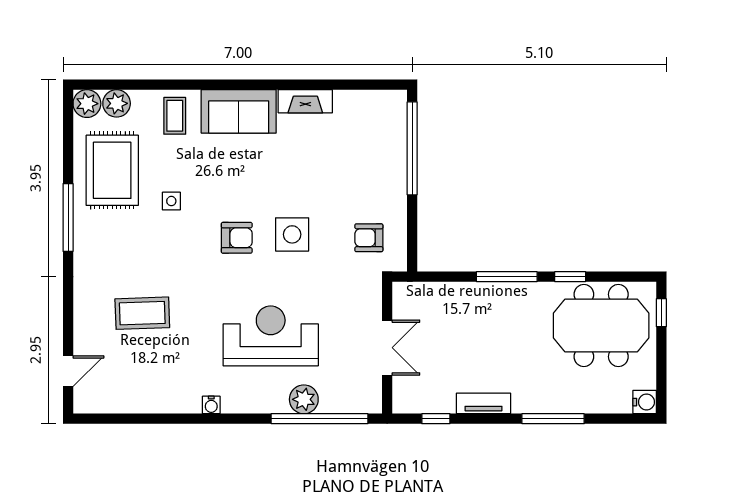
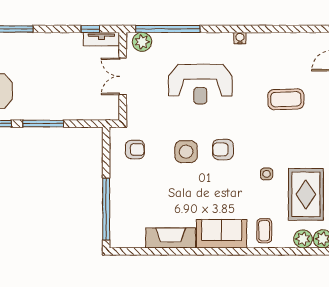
fireplace: (305, 101) -> (171, 238), width x1.37, depth x1.32
plant: (304, 399) -> (142, 42), moved
tv unit: (483, 403) -> (101, 39), moved

